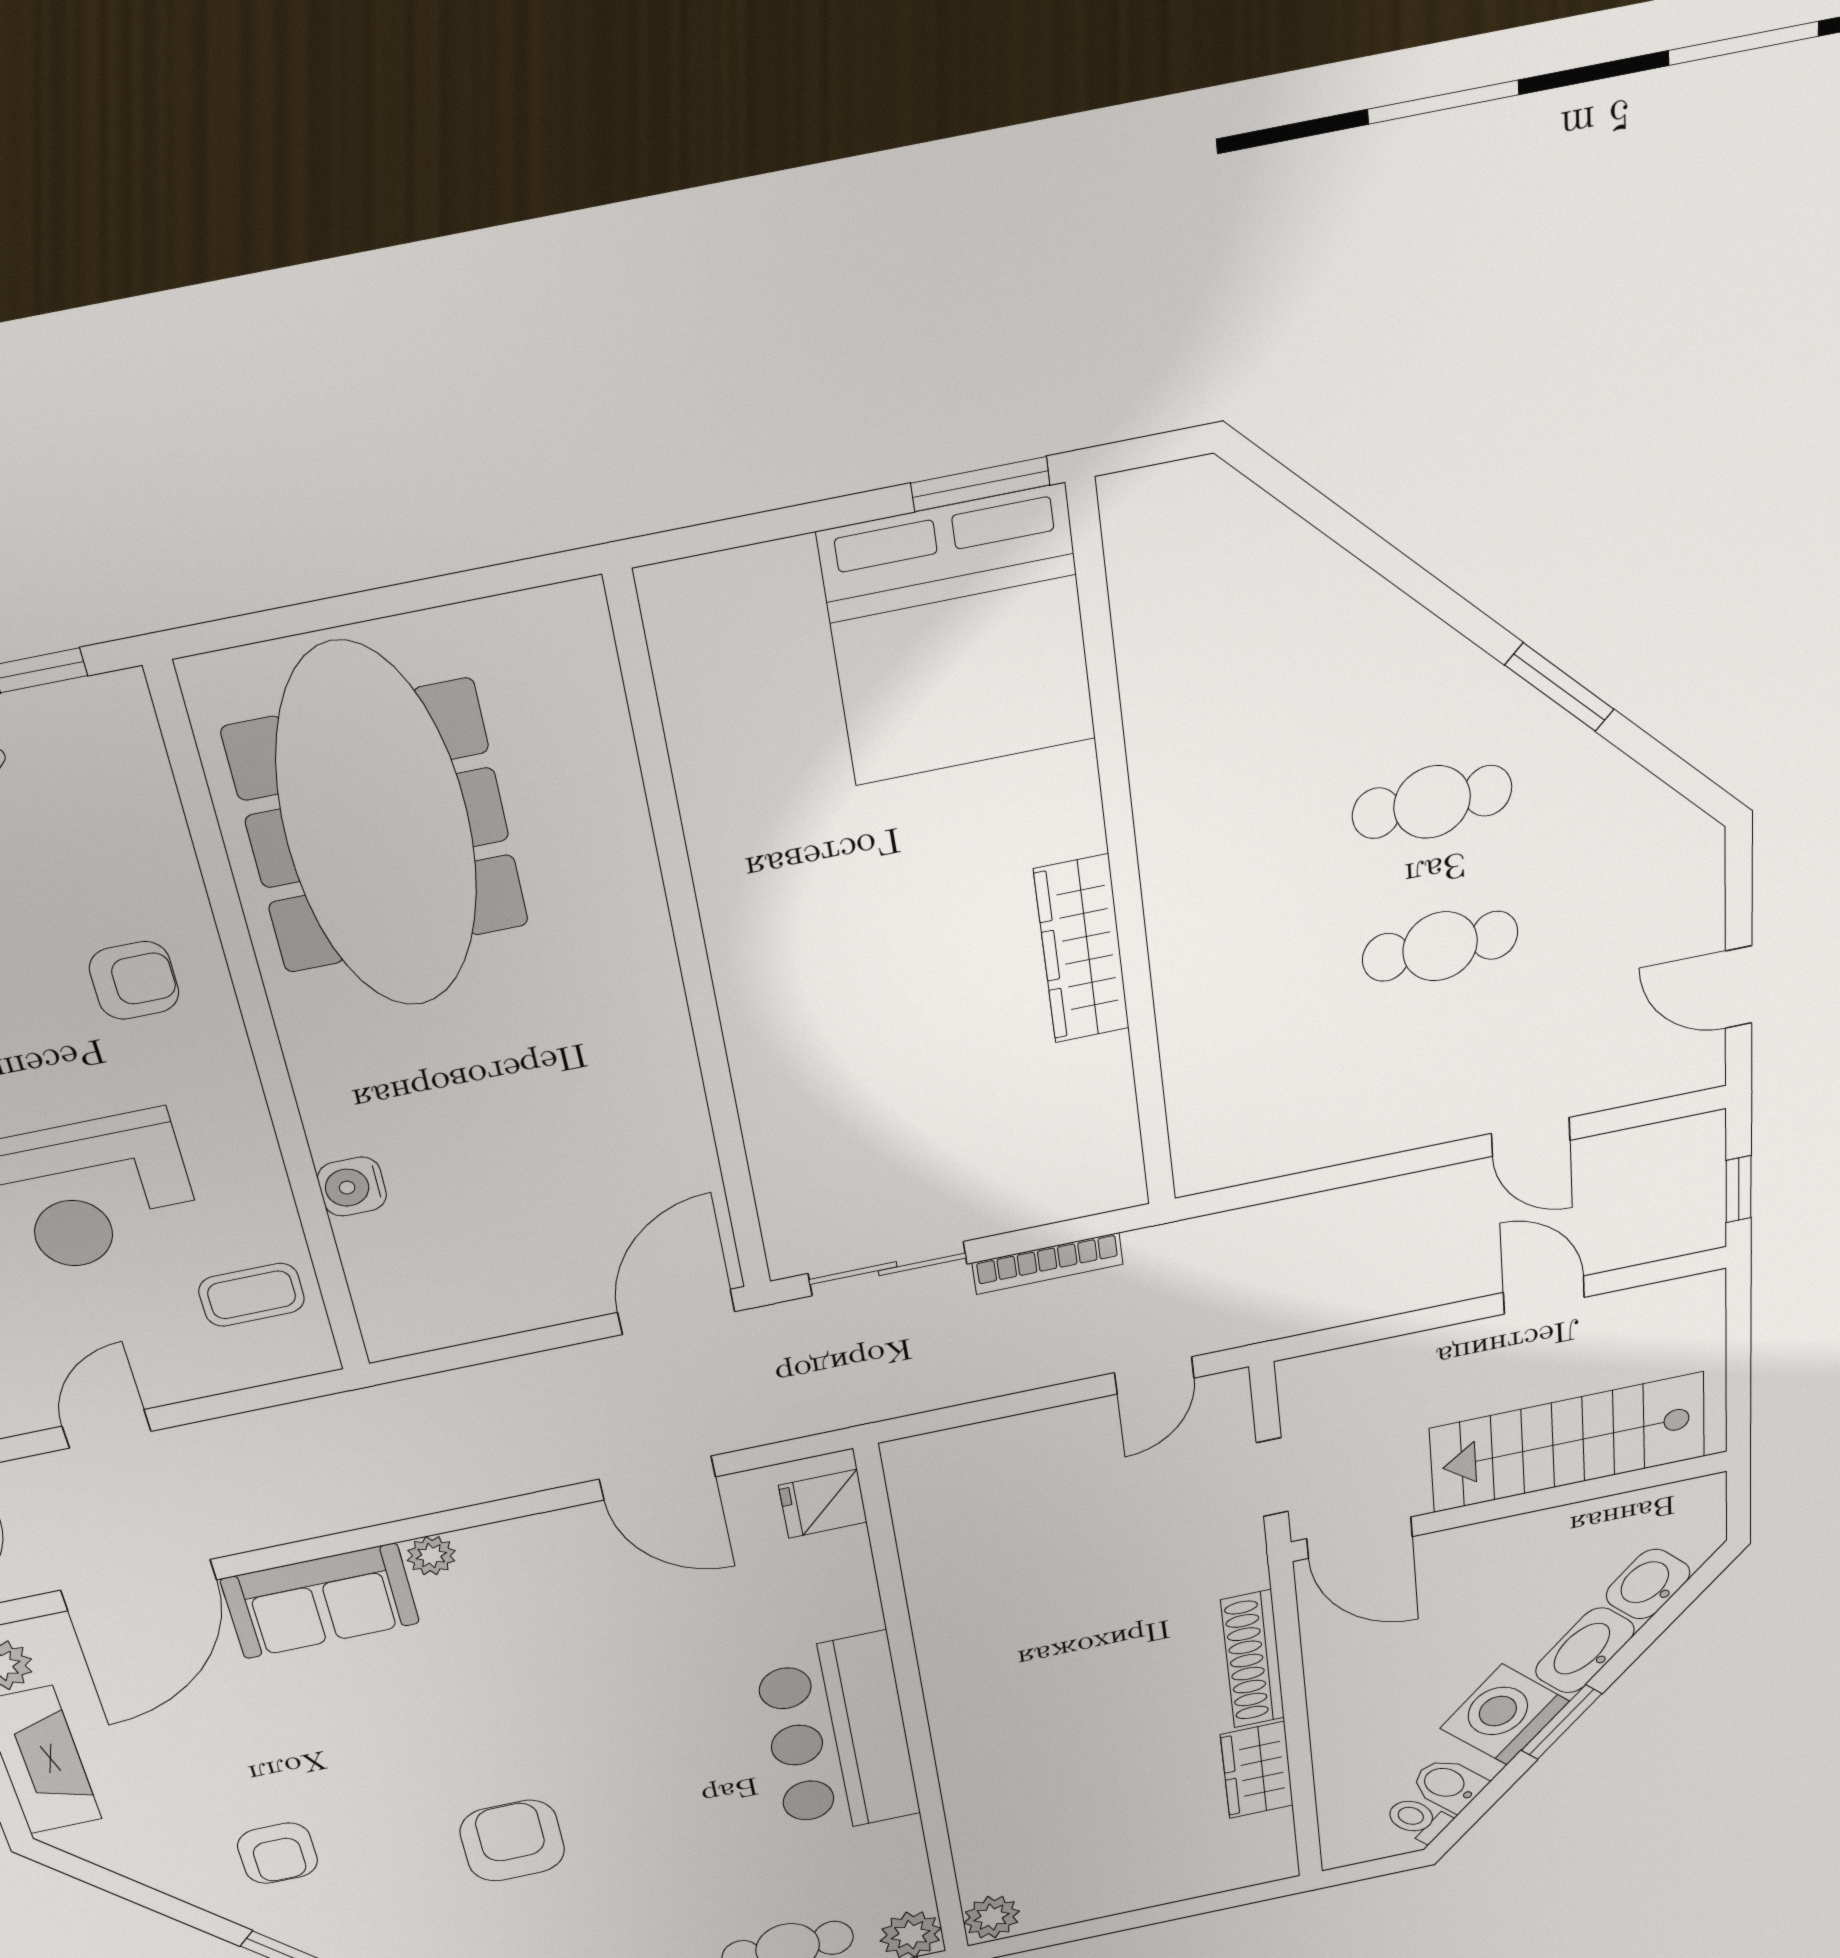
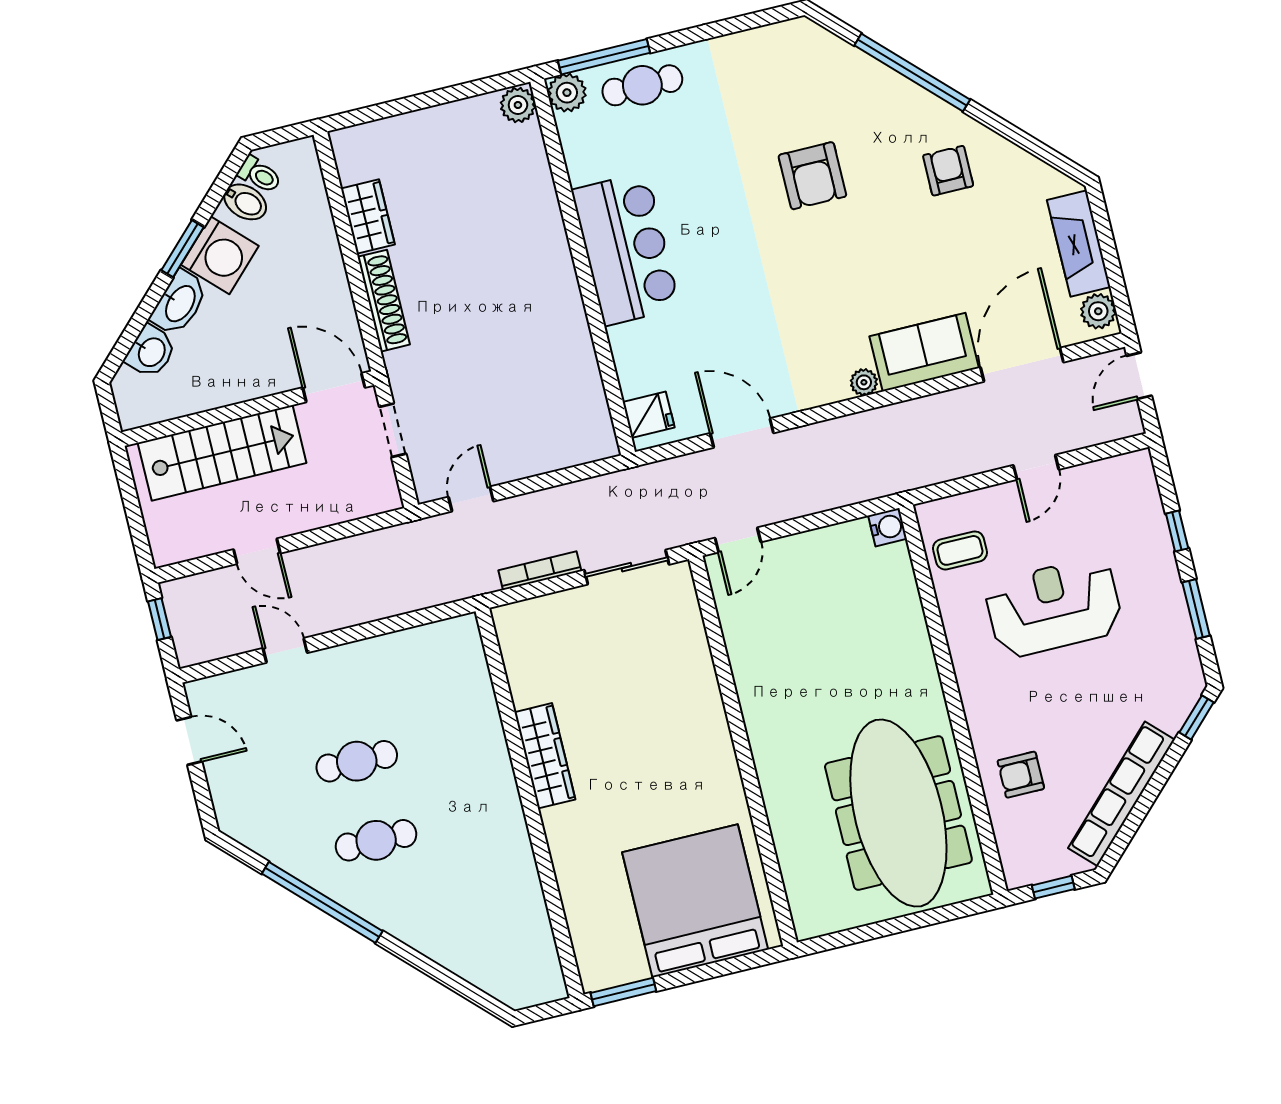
bed: (959, 637) -> (695, 901), moved
window: (1560, 687) -> (322, 902), width x2.11
armchair: (134, 980) -> (1021, 775), moved
water cooler: (352, 1187) -> (887, 527), moved
door: (676, 1312) -> (738, 540), width x0.73

